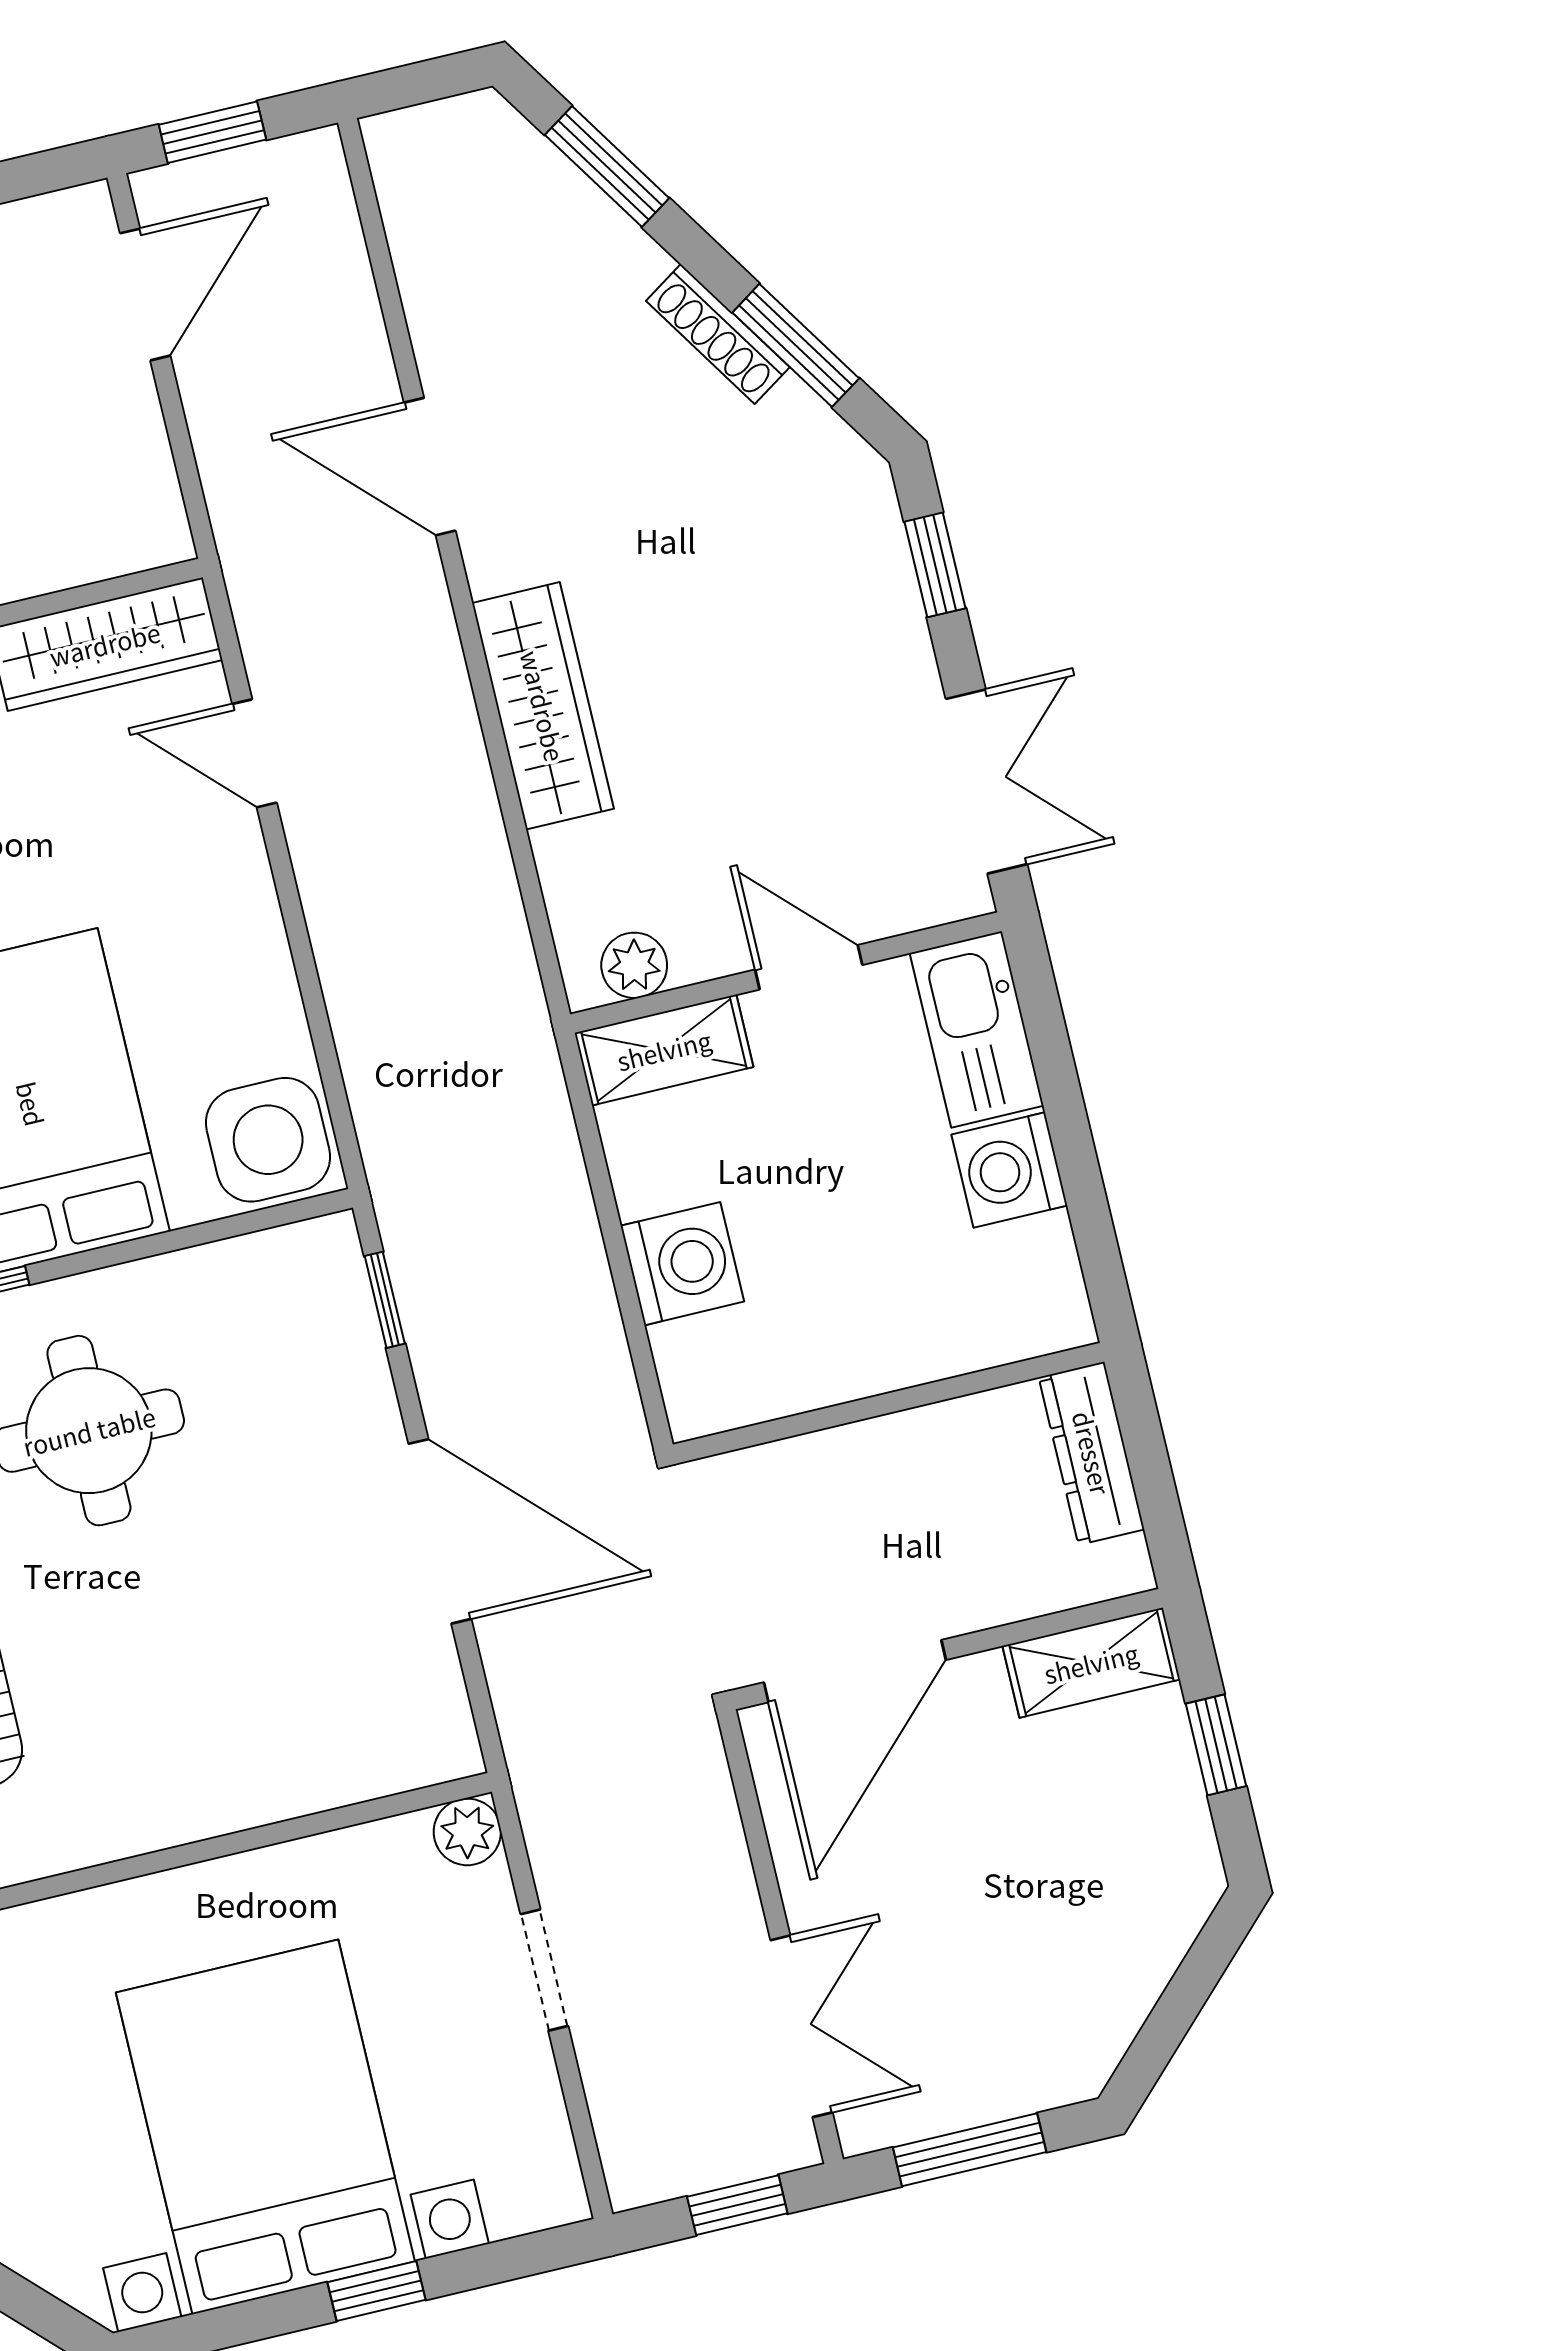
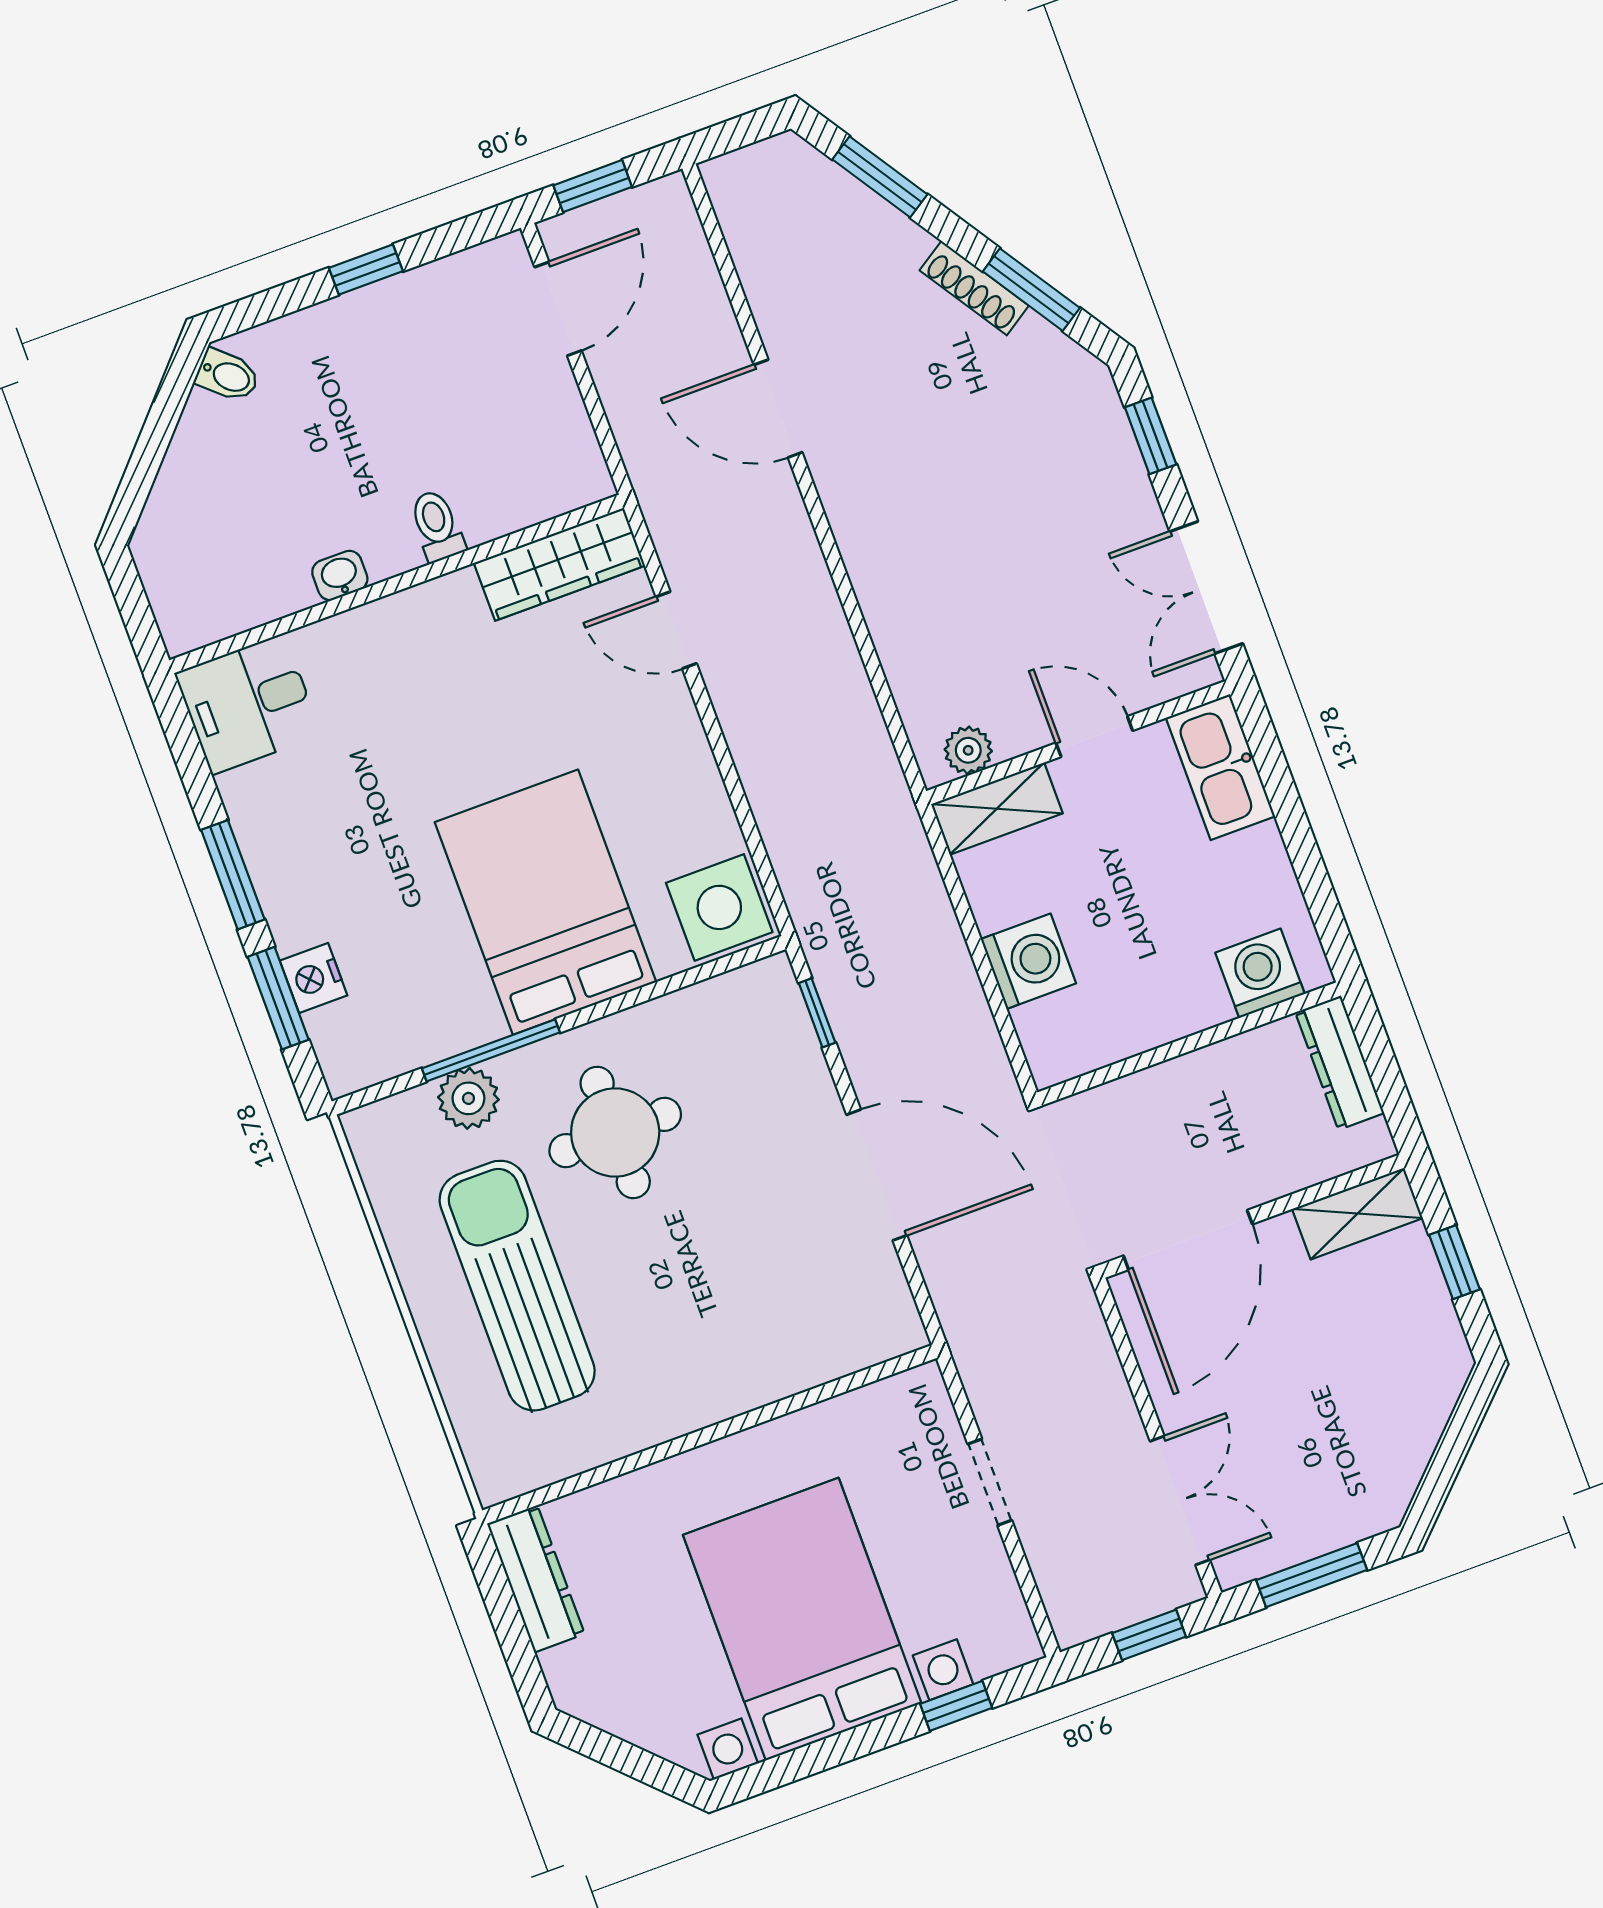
wardrobe: (543, 706) -> (880, 571), removed
double door: (987, 781) -> (1206, 588), swing flipped
washing machine: (1009, 1170) -> (1260, 973), moved, turned 90
plant: (467, 1832) -> (922, 1389), removed
window: (377, 2291) -> (956, 1706), moved

